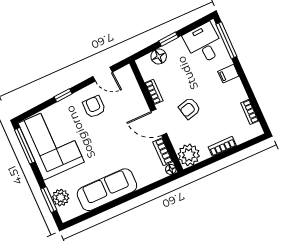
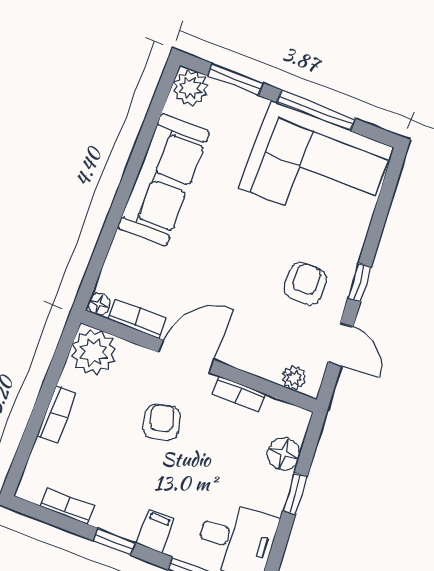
door: (103, 74) -> (341, 345), swing flipped
plant: (130, 79) -> (294, 378), added
window: (246, 84) -> (114, 542), added
window: (63, 95) -> (359, 283), moved
armchair: (94, 107) -> (305, 284), turned -90
window: (25, 146) -> (316, 110), moved
plant: (61, 198) -> (190, 88), moved

